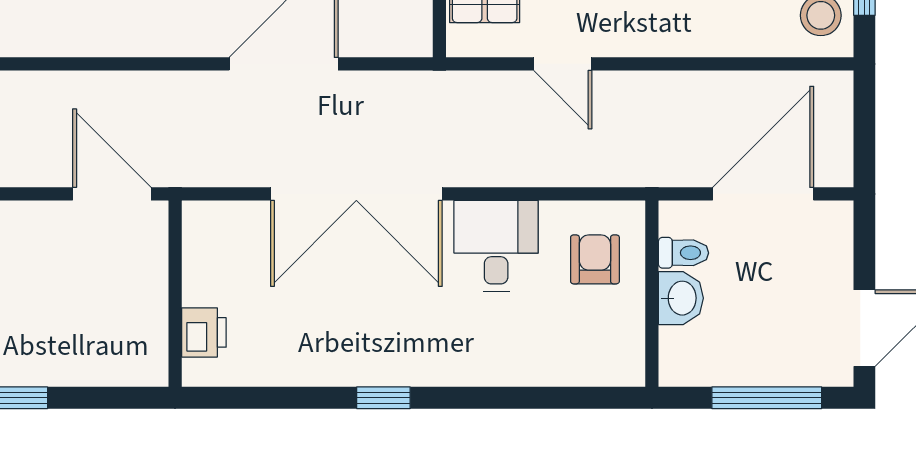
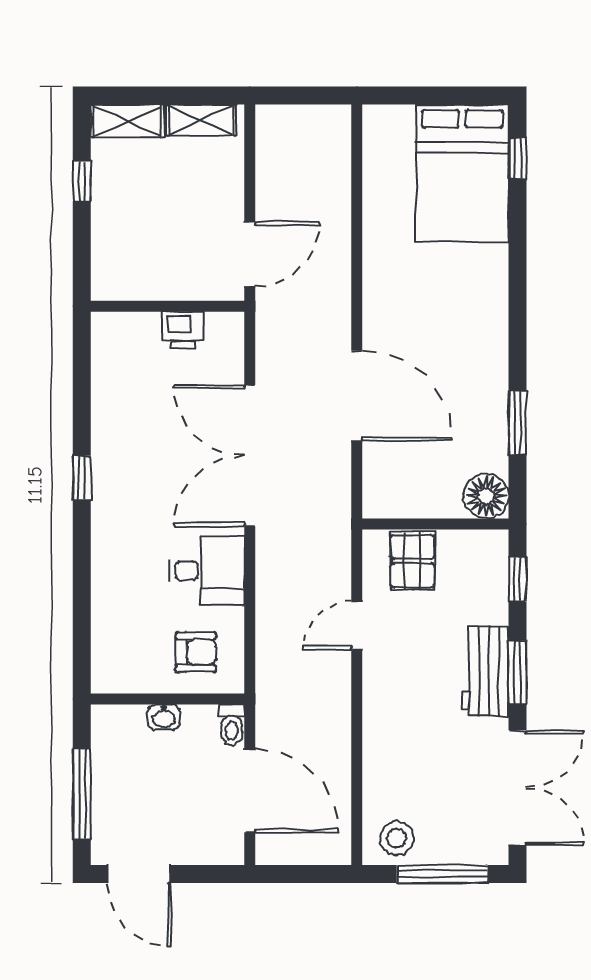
toilet: (683, 253) -> (232, 725), moved
washbasin: (681, 298) -> (164, 717), width x0.72, depth x0.69
printer: (204, 332) -> (183, 330), moved

